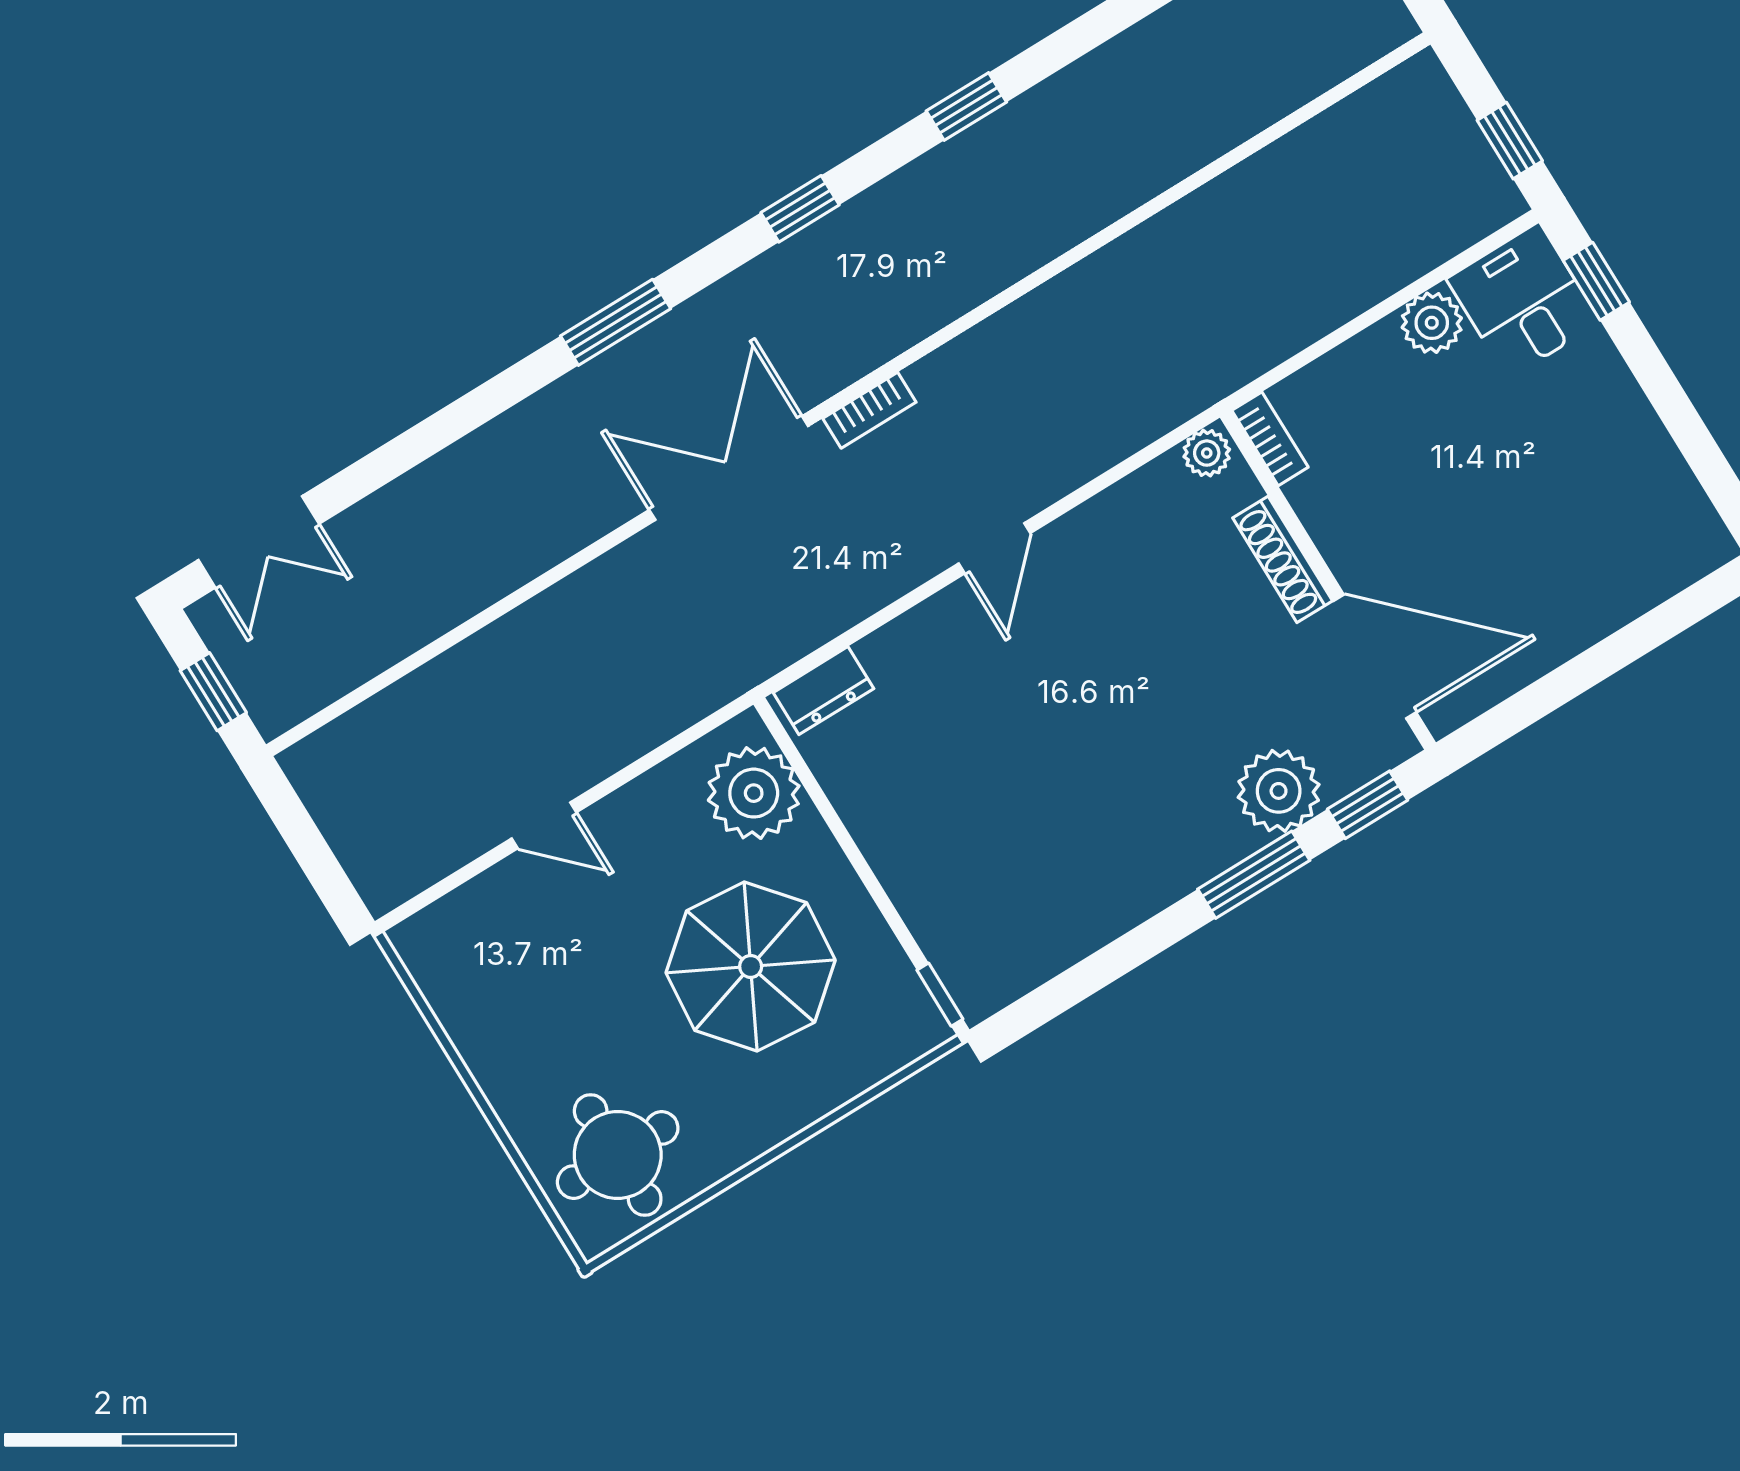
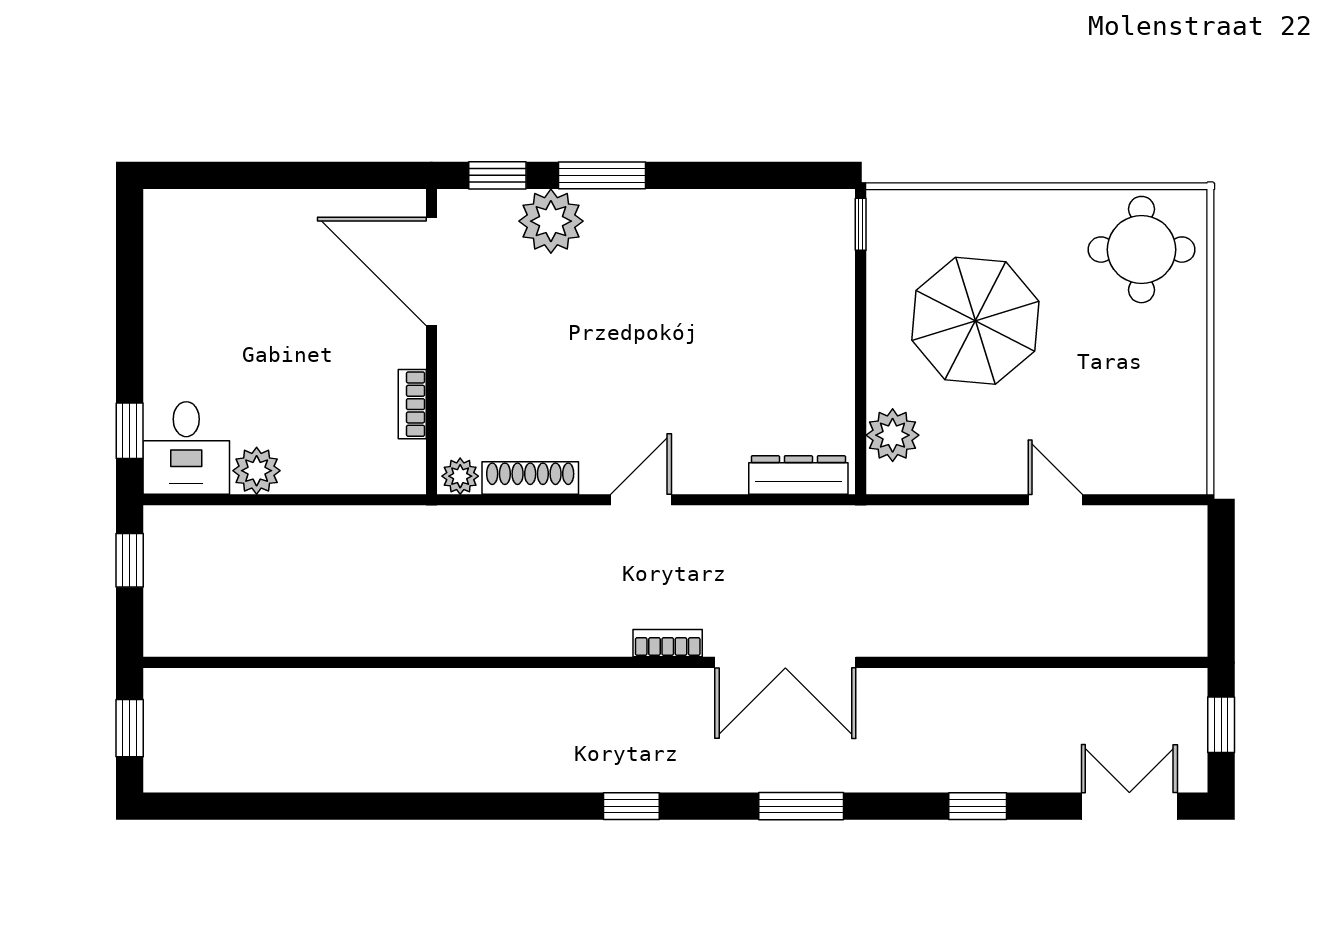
window: (966, 107) -> (978, 806), moved
bookcase: (1270, 439) -> (412, 404), moved
shoe rack: (1283, 559) -> (530, 478), moved, turned -90
dresser: (823, 691) -> (798, 475), width x1.44
plant: (754, 793) -> (893, 435), width x0.73, depth x0.73

